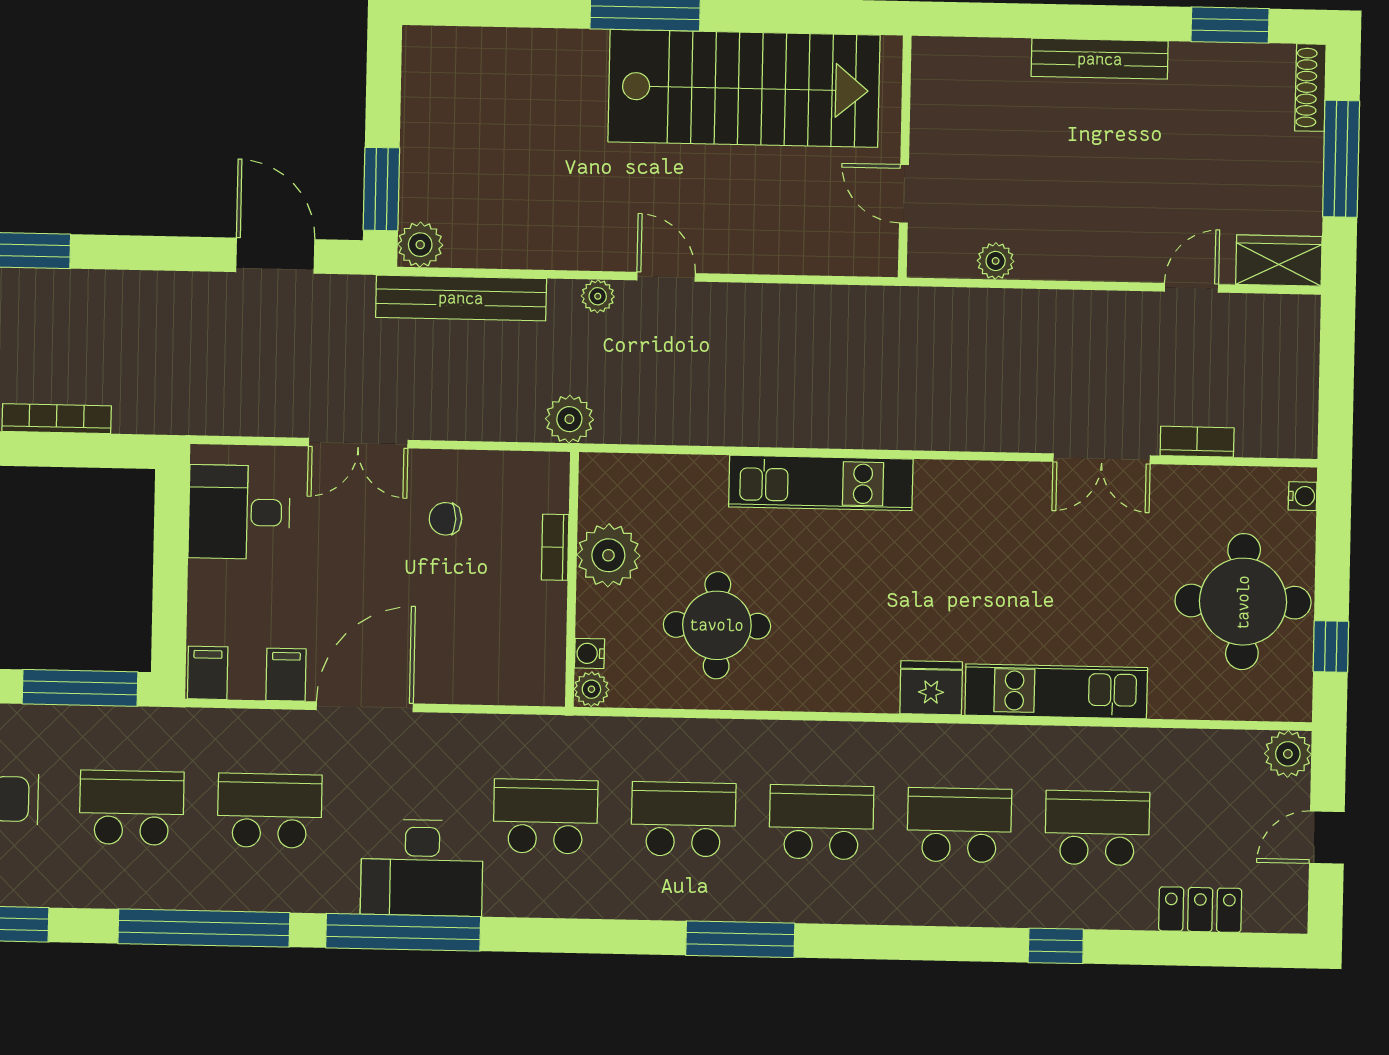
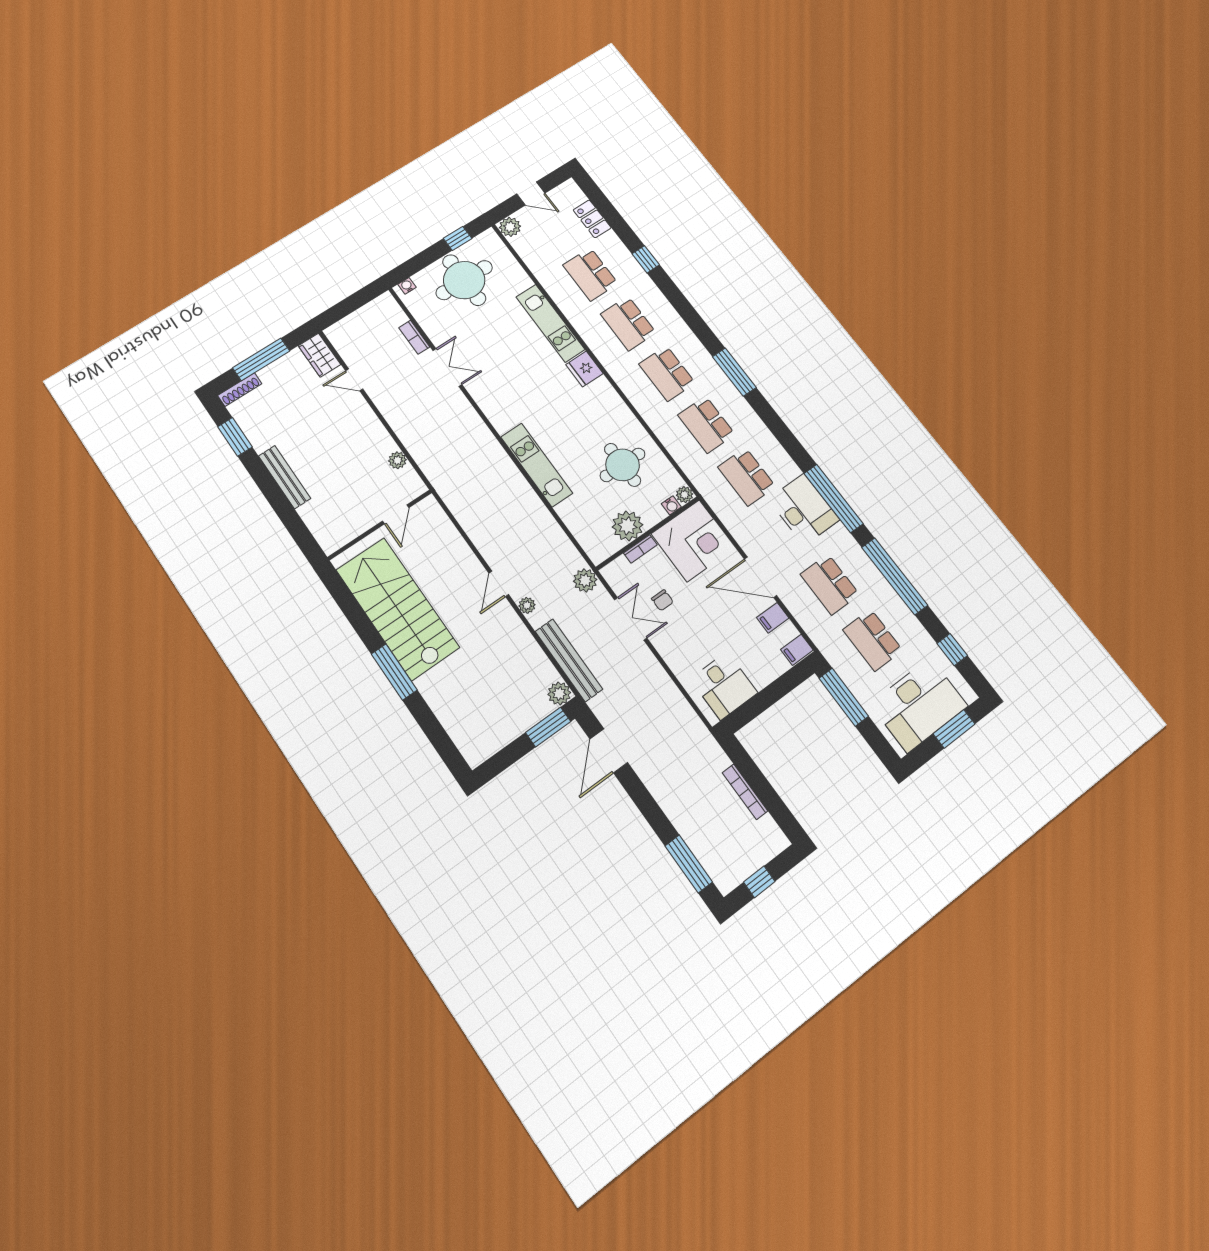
double door: (358, 443) -> (631, 619), moved
corner desk: (505, 644) -> (693, 541), added

